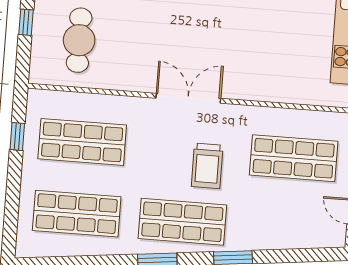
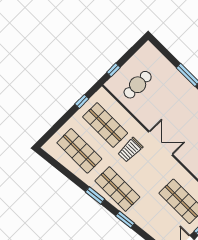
window: (26, 22) -> (113, 70), moved
trolley: (207, 166) -> (130, 150), moved

